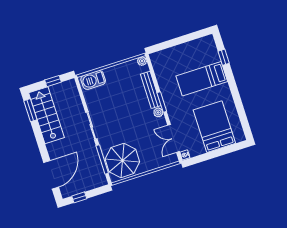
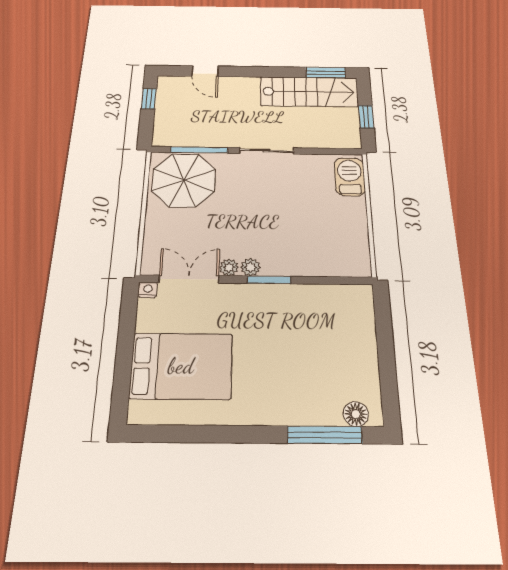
floor lamp: (211, 47) -> (356, 414), added
window: (224, 57) -> (325, 435), width x2.17
plant: (142, 61) -> (229, 267), moved
bed: (202, 79) -> (291, 372), removed
bench: (151, 90) -> (300, 267), removed
door: (51, 175) -> (205, 71), width x0.53

